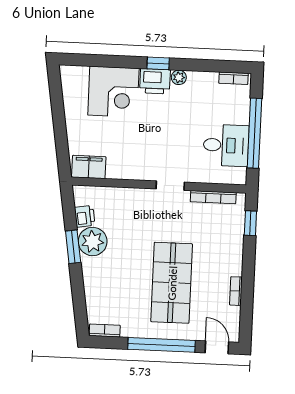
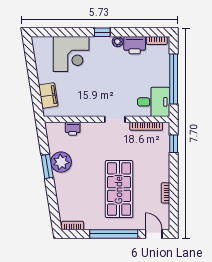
printer: (155, 81) -> (135, 45), moved
desk: (226, 145) -> (154, 102), moved
filing cabinet: (89, 167) -> (48, 96), moved, turned 81
printer: (85, 216) -> (73, 129), moved, turned 99

